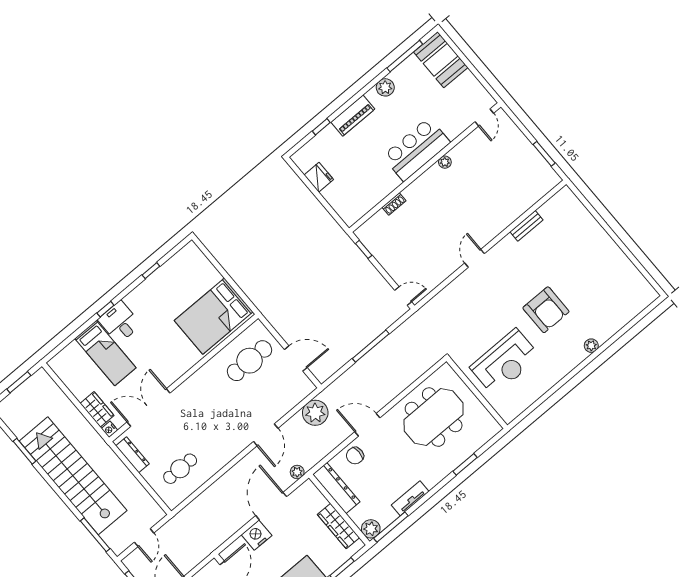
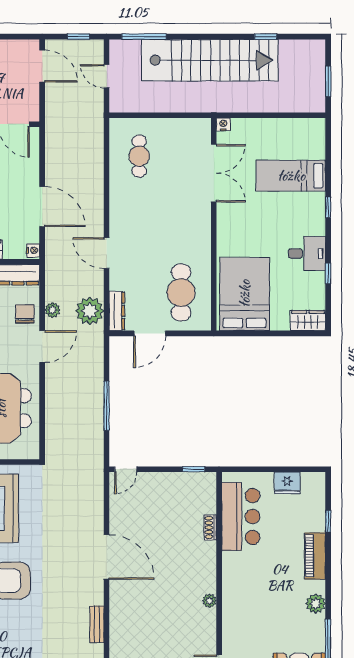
bar counter: (416, 149) -> (241, 517), moved
door: (475, 258) -> (106, 557), width x1.88
desk: (120, 322) -> (307, 254), moved
wardrobe: (97, 409) -> (308, 320), moved, turned 180
window: (24, 451) -> (266, 37), width x0.67
dresser: (133, 455) -> (117, 311), moved, turned -90
plant: (297, 472) -> (52, 310), moved
nightstand: (257, 535) -> (33, 250), moved, width x0.53, depth x0.56

